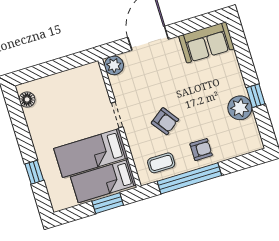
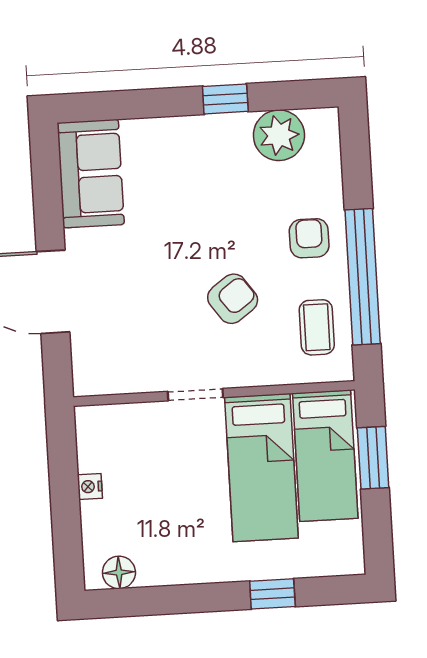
plant: (114, 65) -> (92, 376), removed
nightstand: (63, 77) -> (90, 487), added
plant: (240, 108) -> (279, 135), moved

